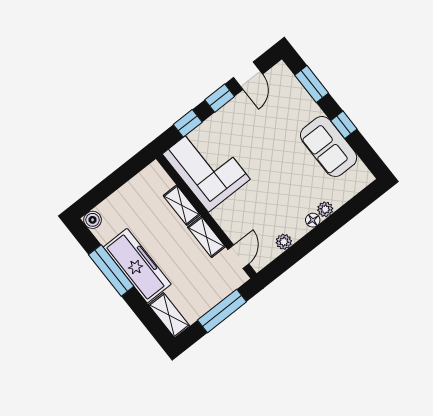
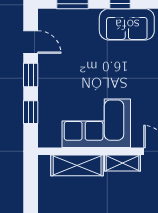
corner sofa: (206, 167) -> (96, 123), moved
shelving: (182, 205) -> (77, 165), width x1.50, depth x1.33

